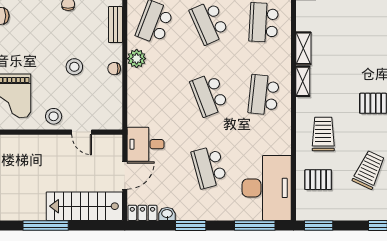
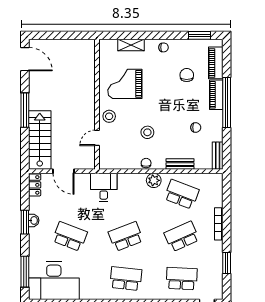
desk: (146, 144) -> (104, 187), moved
school desk: (209, 167) -> (70, 236), turned 36
washbasin: (167, 214) -> (34, 220), moved

